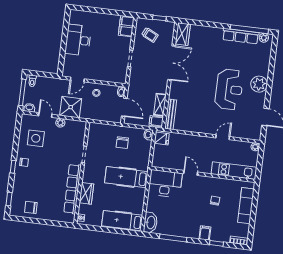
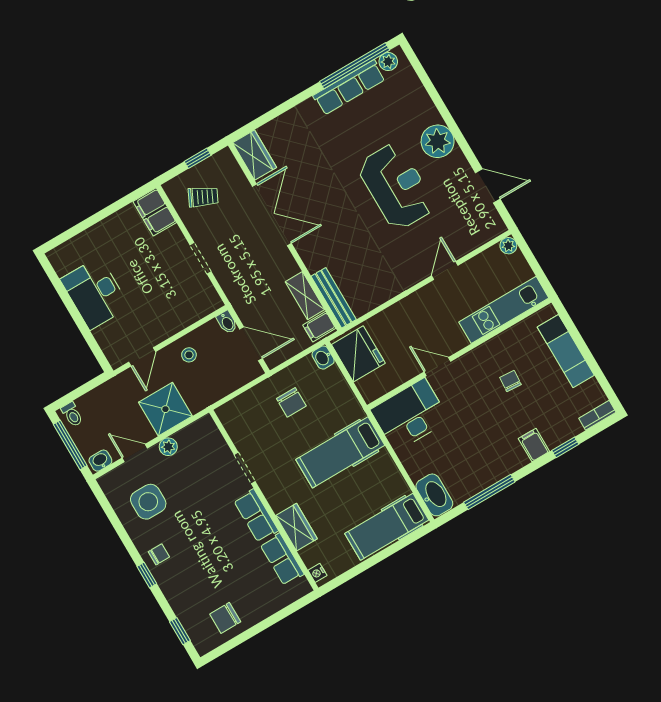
fridge: (162, 138) -> (358, 354), width x1.88, depth x1.34

